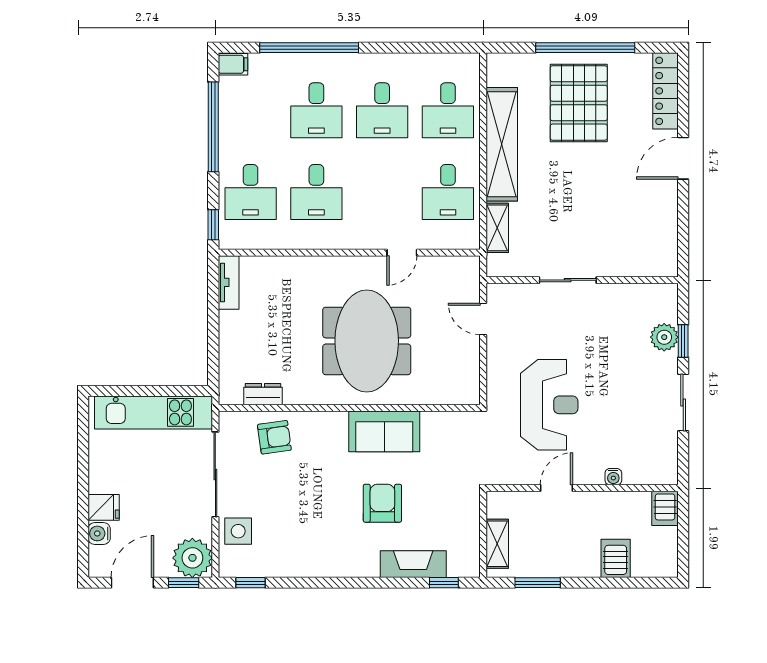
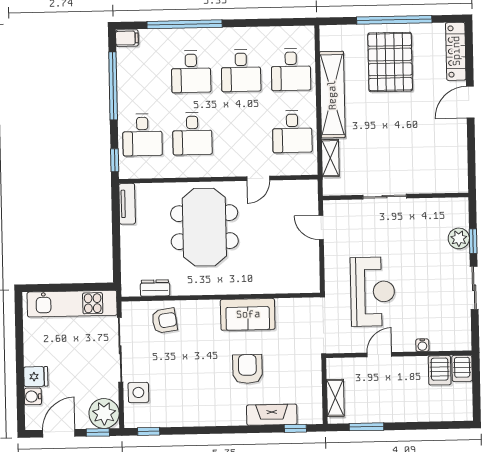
meeting table: (367, 341) -> (204, 227), moved
server rack: (616, 558) -> (440, 370), moved, turned 180

